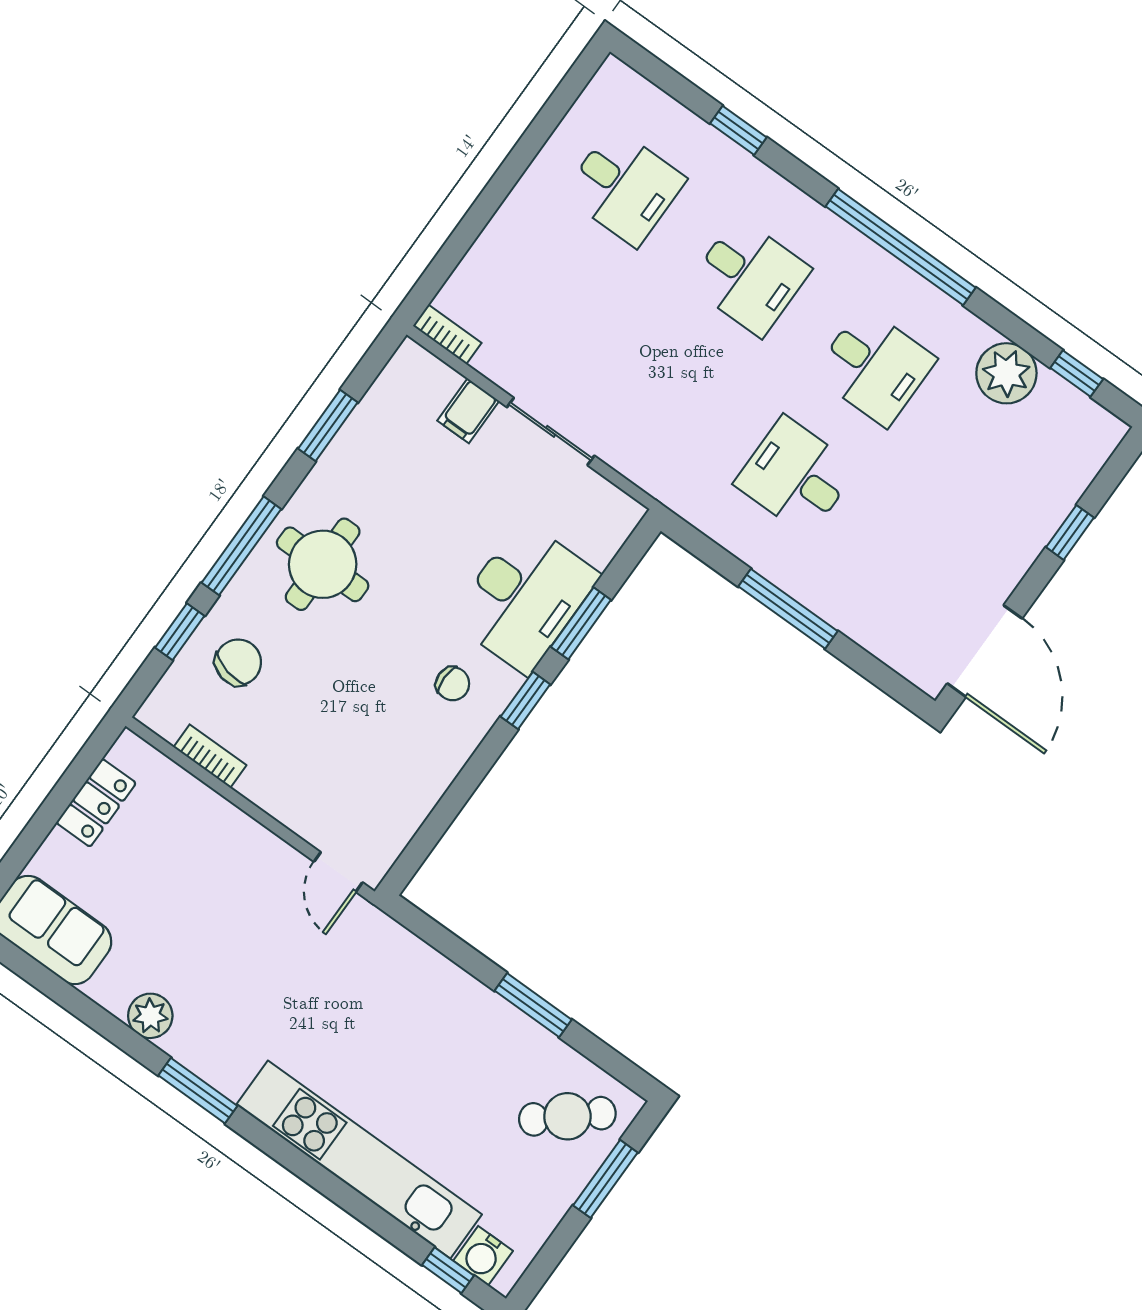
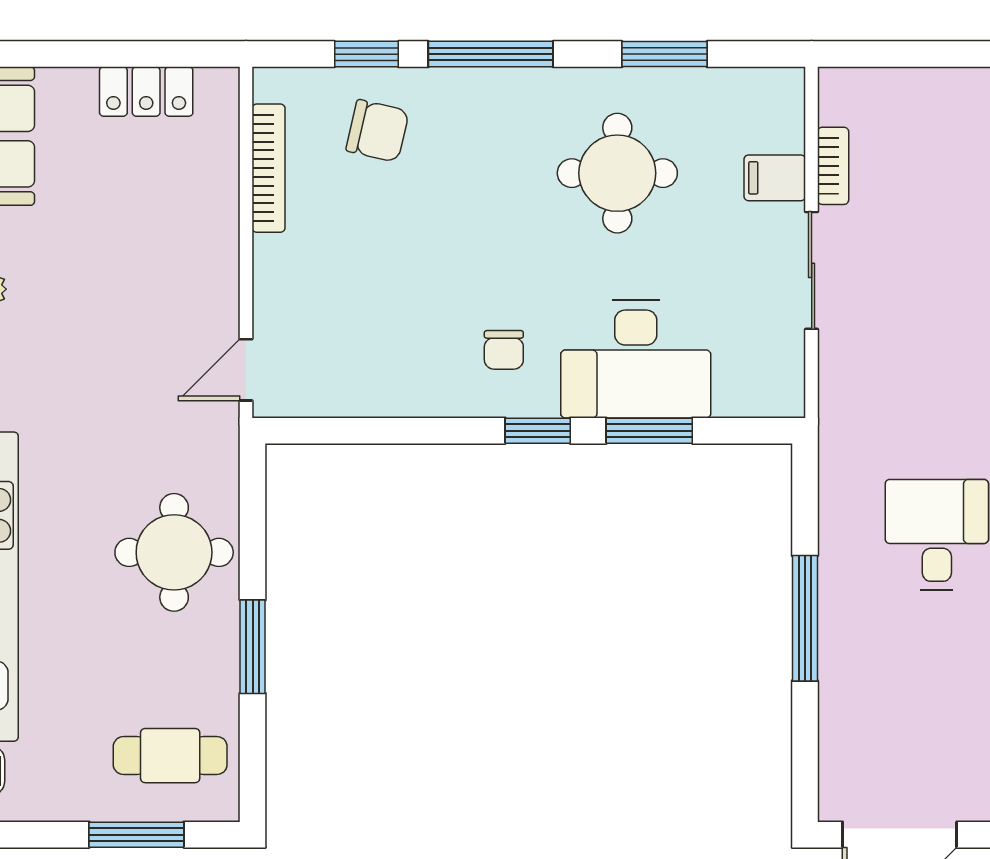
bookcase: (447, 334) -> (833, 166), moved
round table: (323, 564) -> (617, 173), moved
bookcase: (210, 756) -> (269, 168), width x1.56
round table: (429, 1013) -> (174, 552), added
cafe table: (567, 1116) -> (170, 756), turned -49

